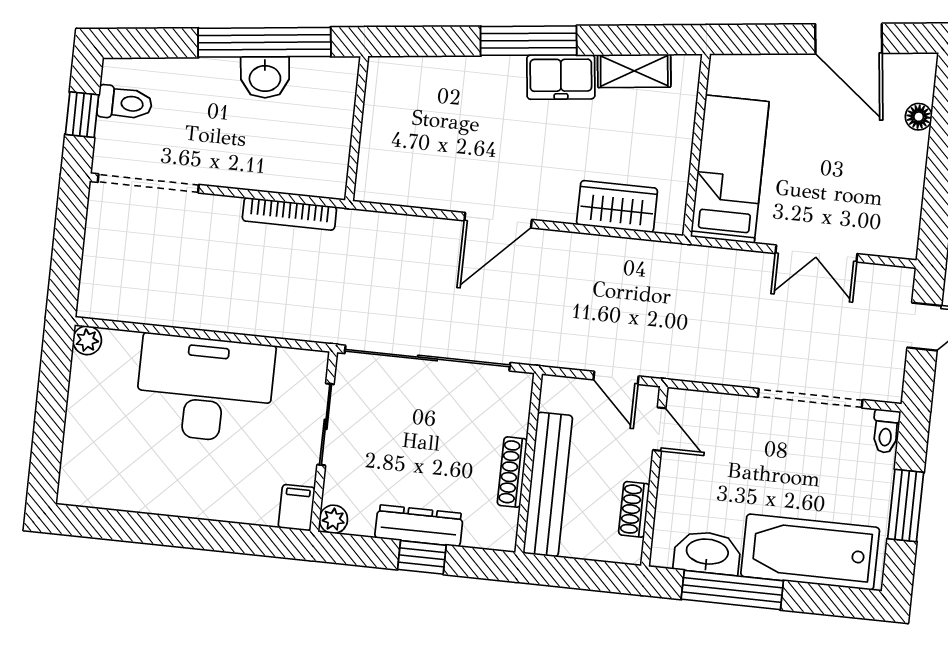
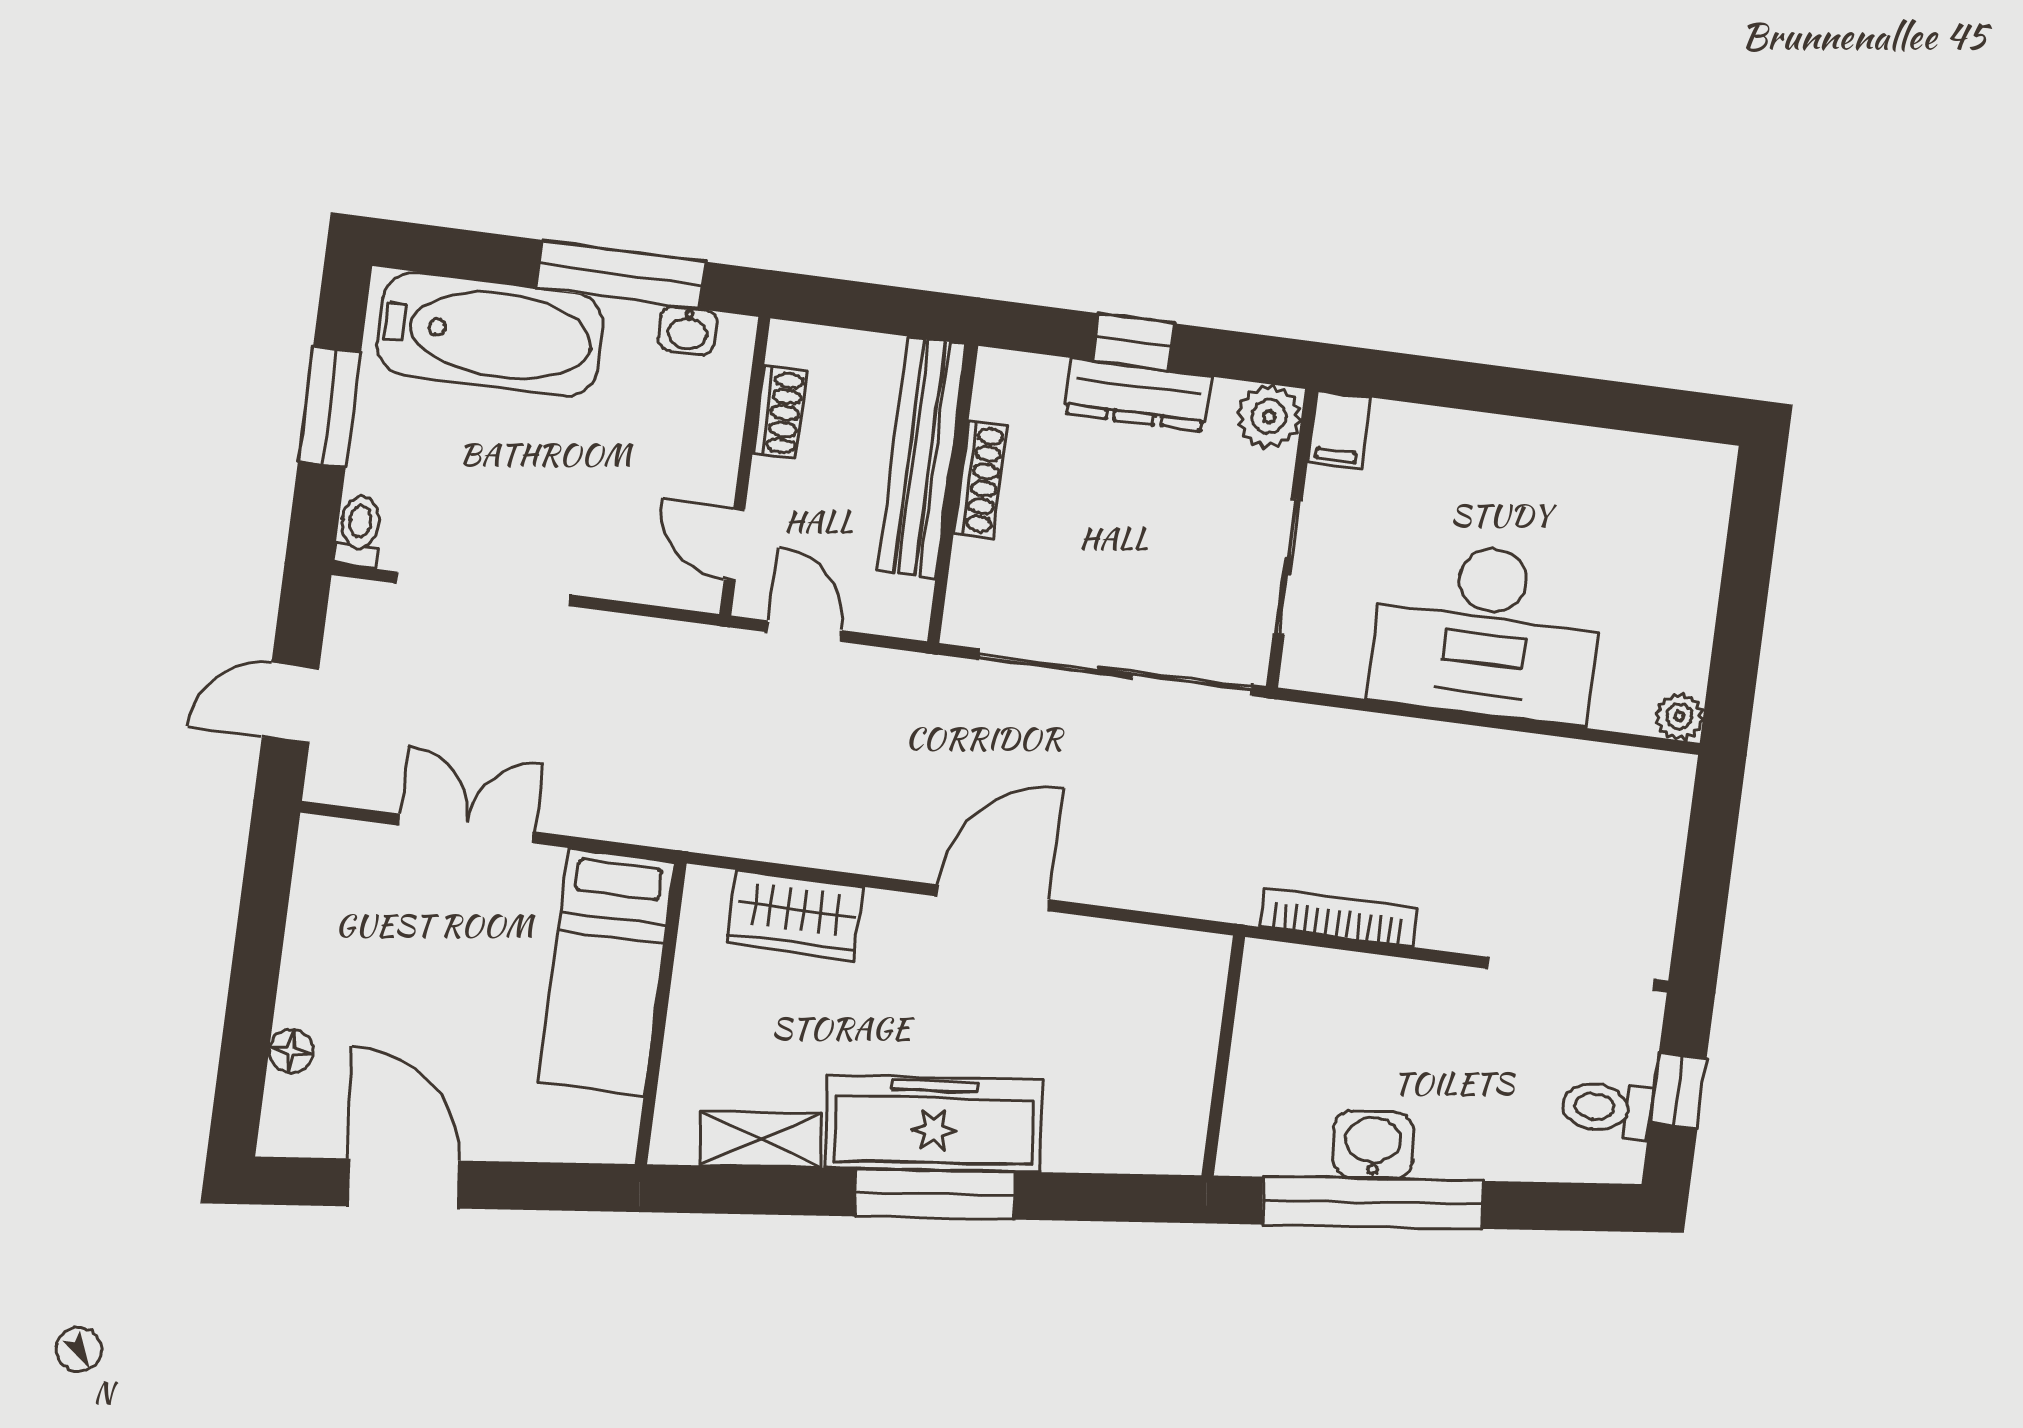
freezer: (561, 77) -> (934, 1124), width x1.91, depth x1.26
plant: (333, 519) -> (1269, 417), width x1.38, depth x1.38
washbasin: (707, 553) -> (688, 331), width x0.52, depth x0.69

